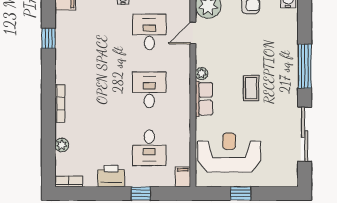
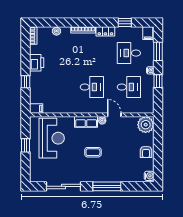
door: (193, 33) -> (114, 115), moved
locker: (62, 69) -> (105, 31), added
desk: (149, 148) -> (129, 53), moved

